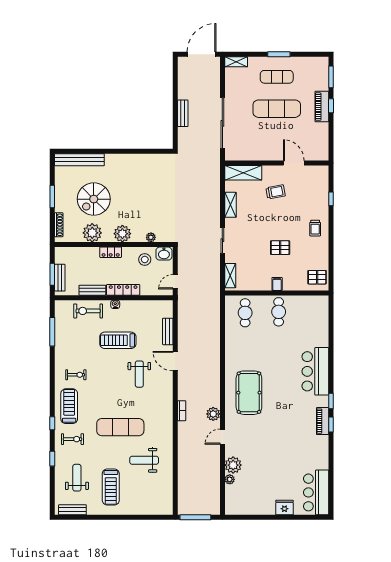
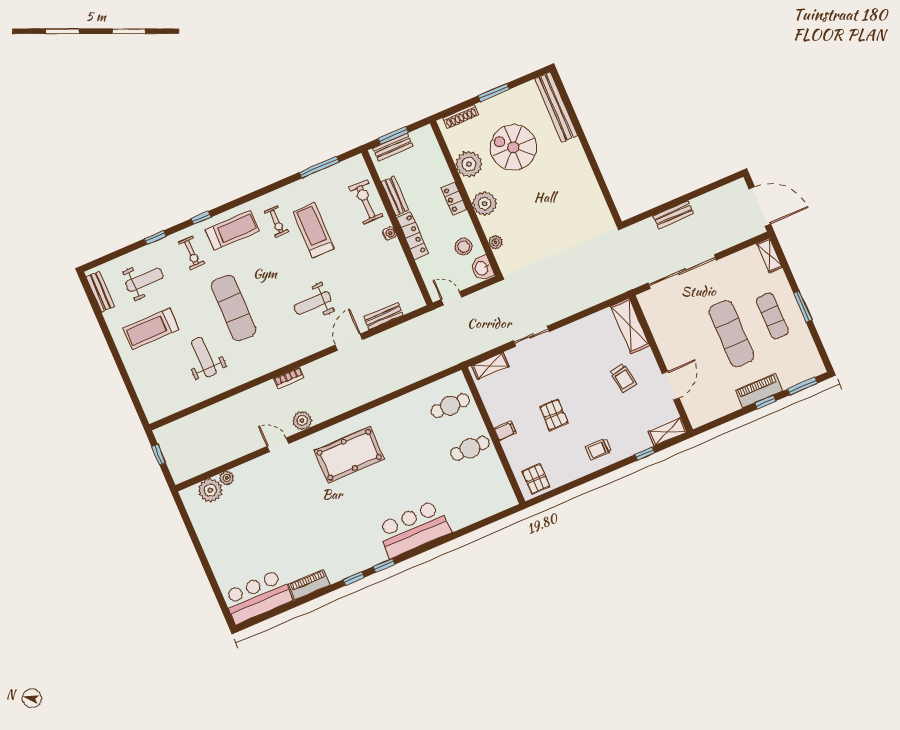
shelving: (230, 205) -> (667, 432), moved
treadmill: (118, 340) -> (313, 230), moved
piano: (323, 421) -> (309, 585), moved
plant: (233, 465) -> (210, 490), moved
fridge: (284, 508) -> (221, 564), removed
window: (195, 517) -> (159, 455), width x0.46

